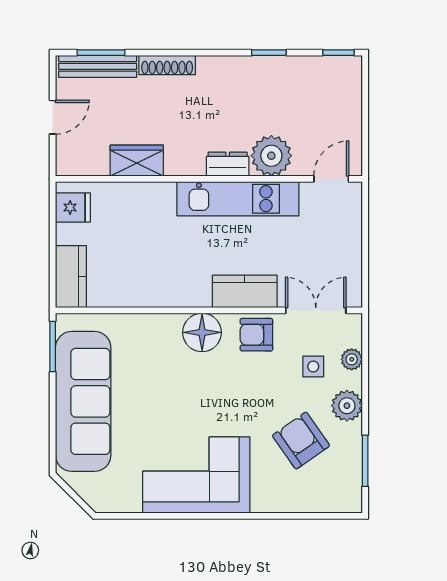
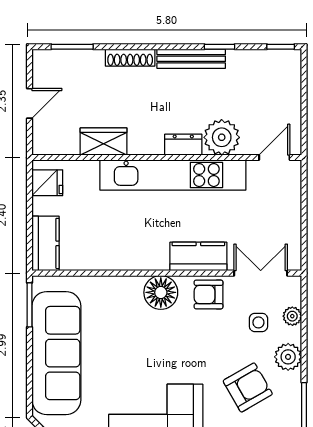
bench: (98, 66) -> (191, 59), moved
kitchen unit: (238, 199) -> (173, 175), width x1.36
armchair: (301, 441) -> (248, 387), turned 95

